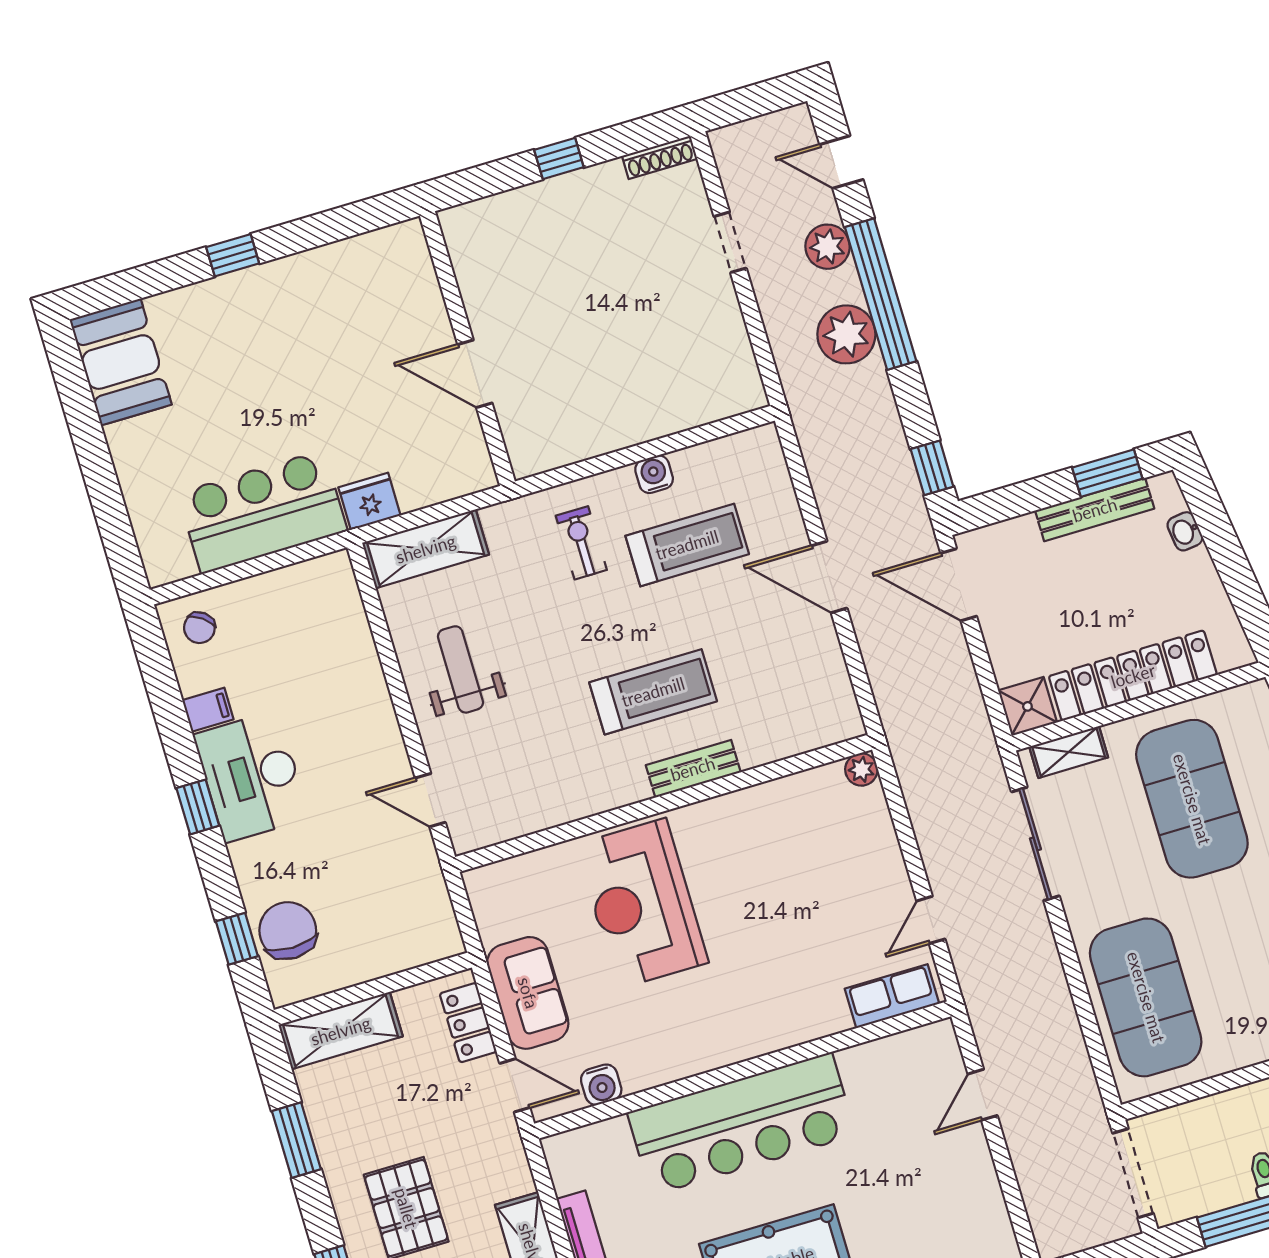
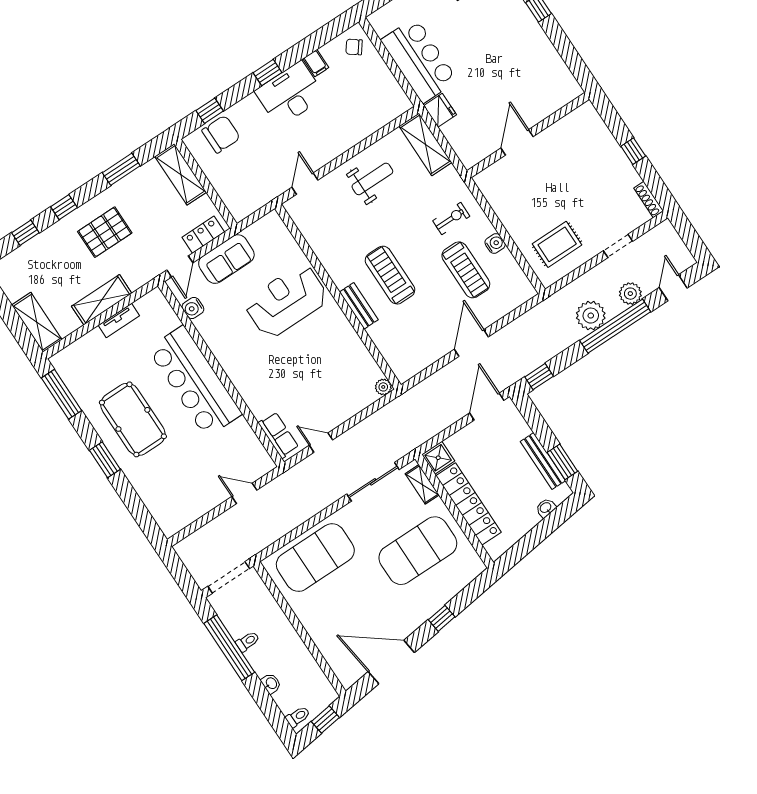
rug: (692, 357) -> (557, 244), added
treadmill: (653, 692) -> (390, 275), turned 180

